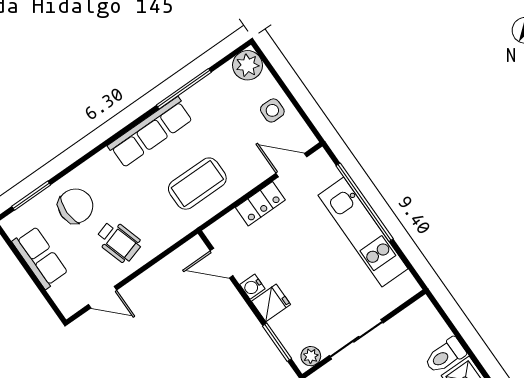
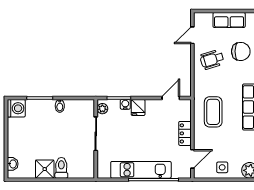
chair: (76, 206) -> (241, 51), turned -90
water cooler: (252, 287) -> (125, 104), moved

